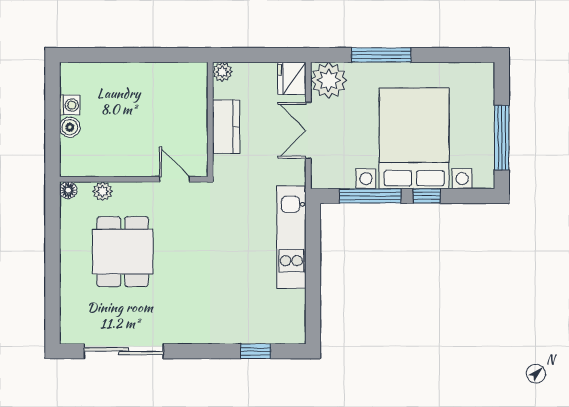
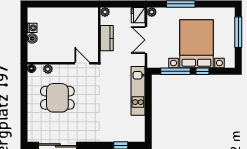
plant: (329, 80) -> (152, 12), width x0.53, depth x0.53
window: (502, 138) -> (238, 32), moved
dining table: (123, 252) -> (57, 98), turned 90

